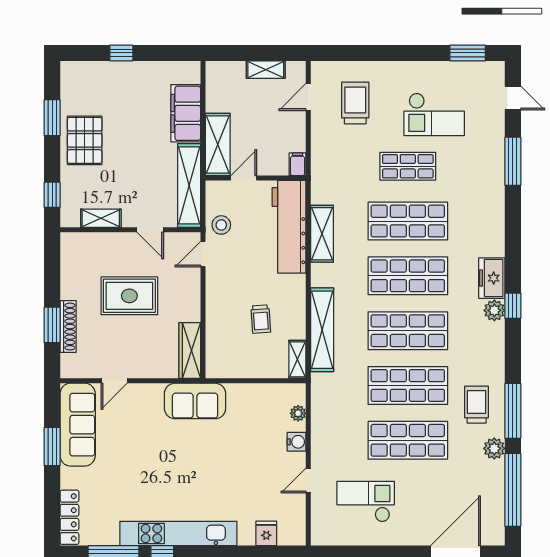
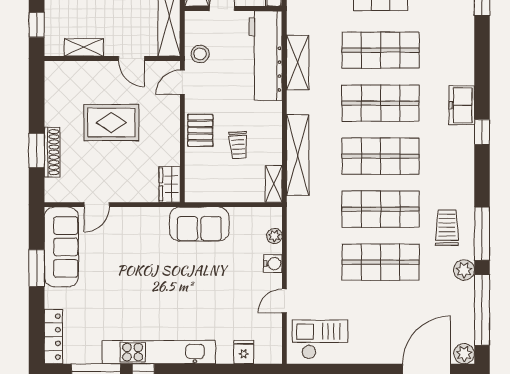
pallet: (221, 304) -> (200, 130), added
plant: (494, 310) -> (464, 354), moved
wardrobe: (190, 351) -> (170, 184), width x0.67
sofa: (195, 401) -> (199, 224), moved
checkout: (366, 502) -> (320, 339), moved

